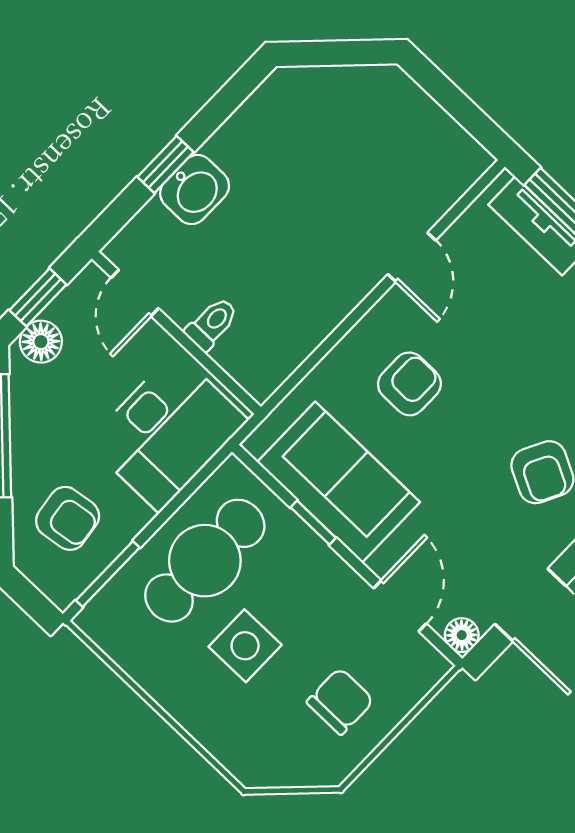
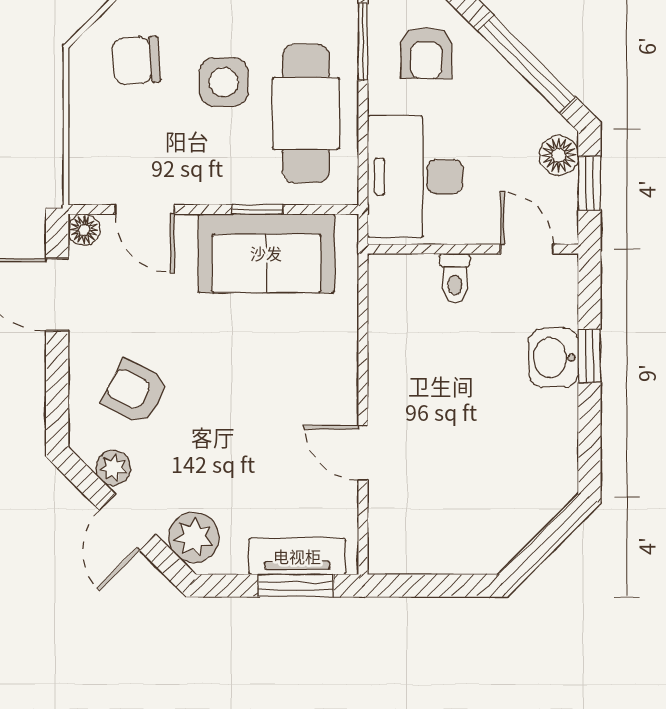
armchair: (409, 384) -> (282, 366), removed
armchair: (68, 518) -> (426, 53), turned -82
chair: (340, 701) -> (136, 60), moved, turned 86

